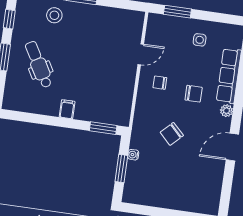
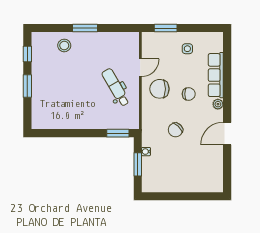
dental chair: (39, 64) -> (116, 87), moved
chair: (160, 83) -> (159, 89), width x1.87, depth x1.87
filing cabinet: (67, 109) -> (86, 122), removed

